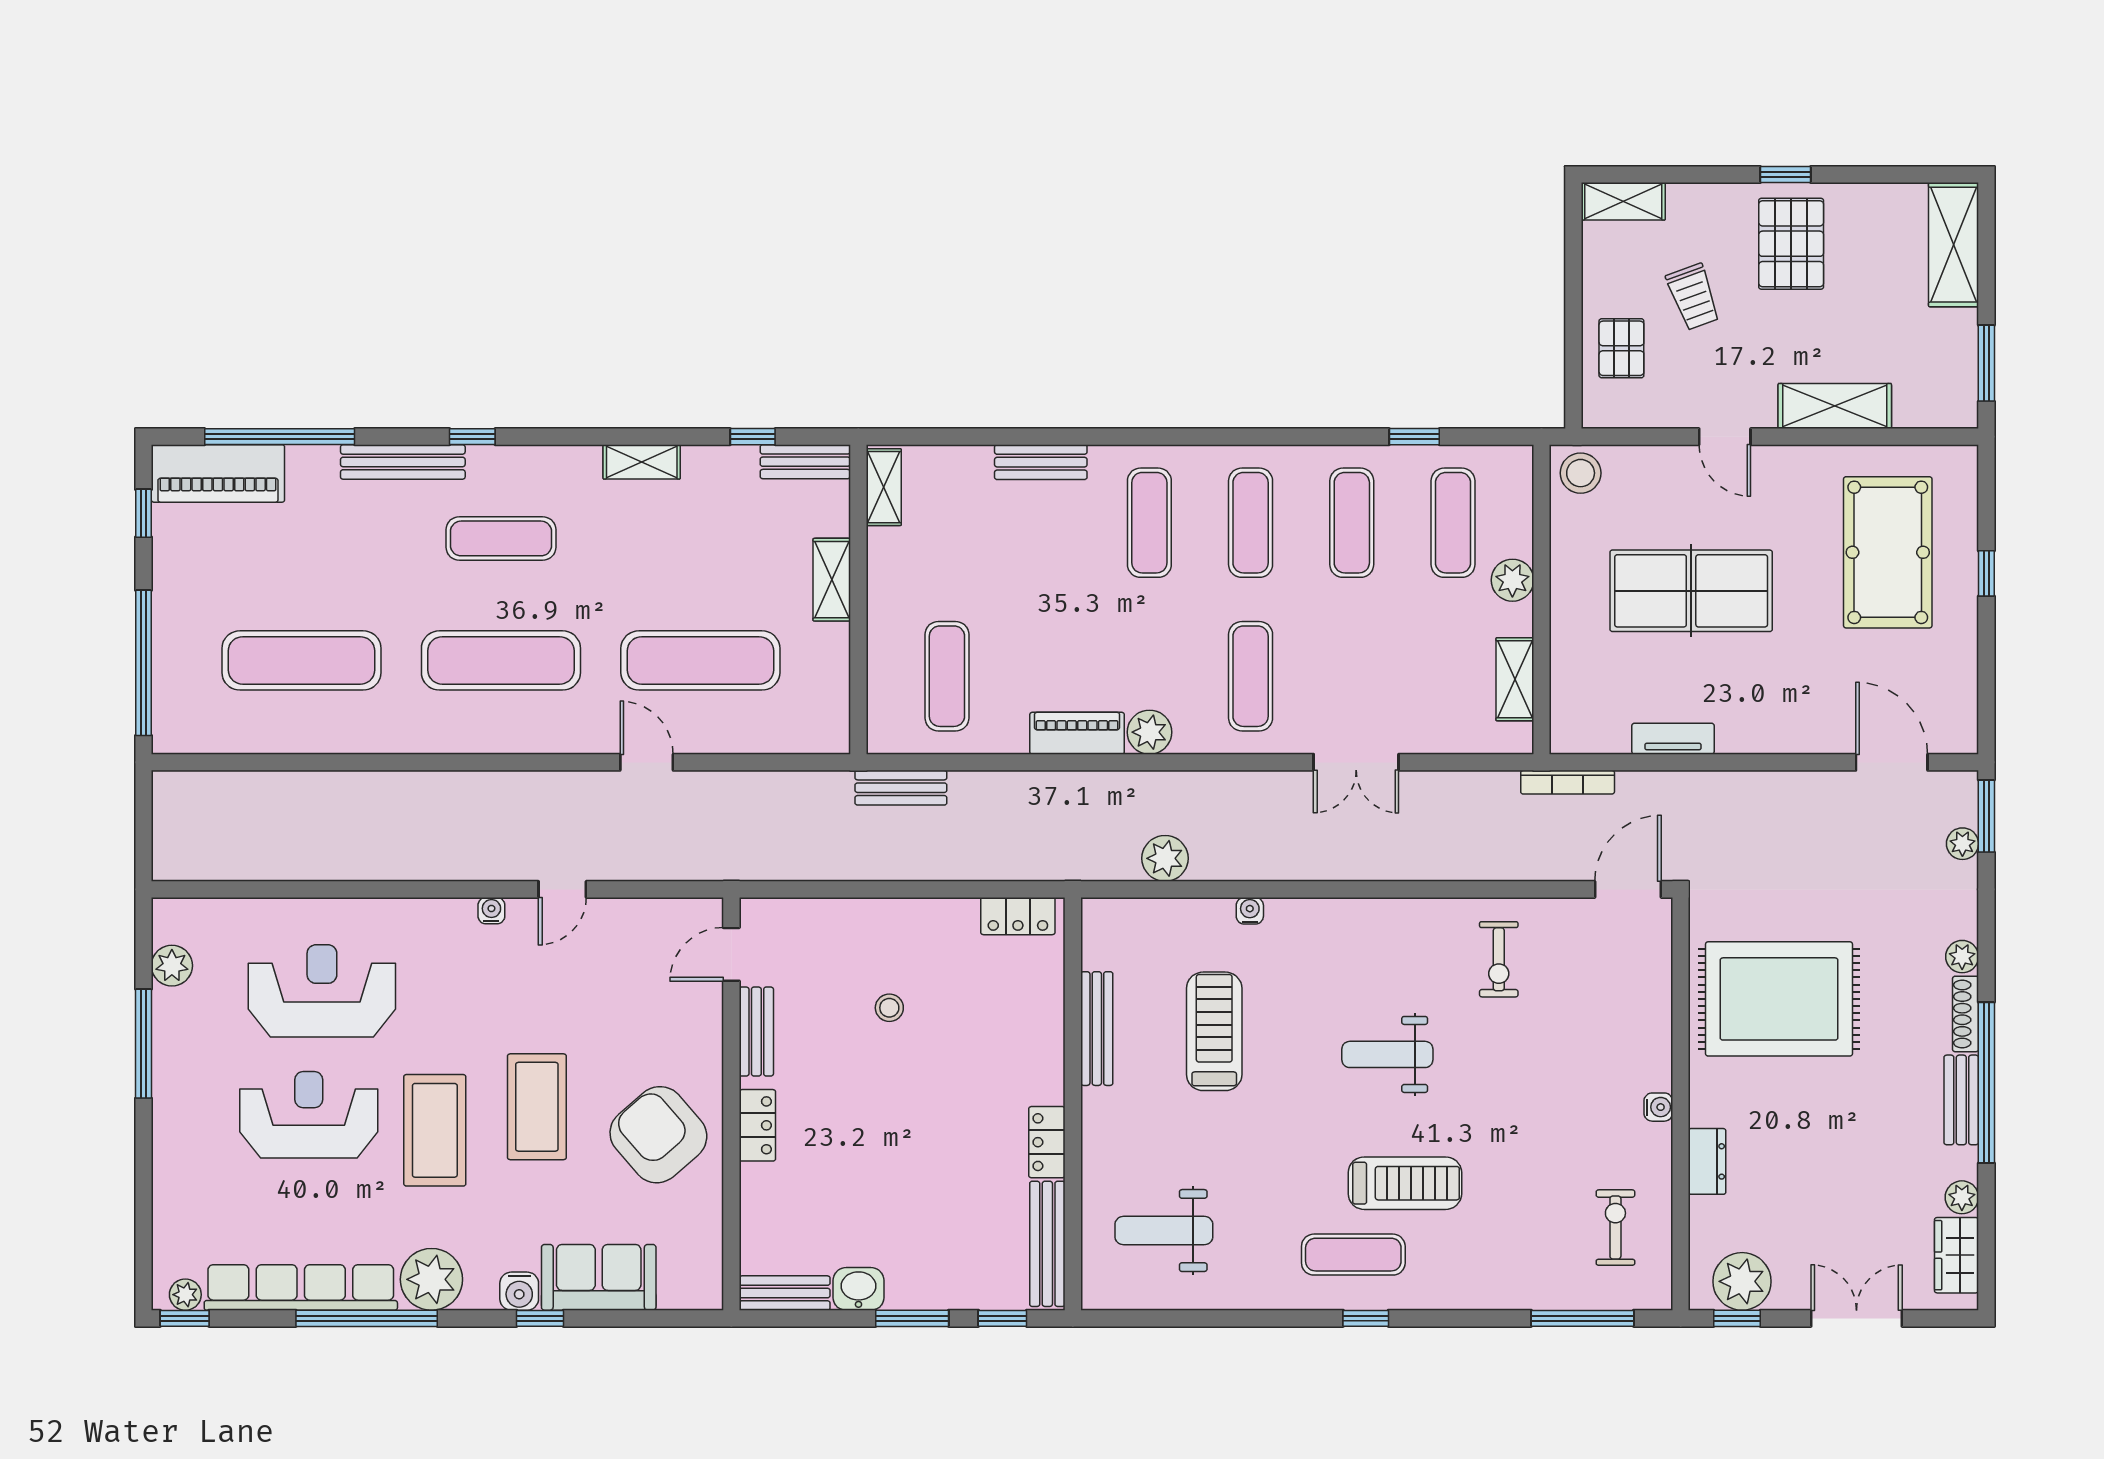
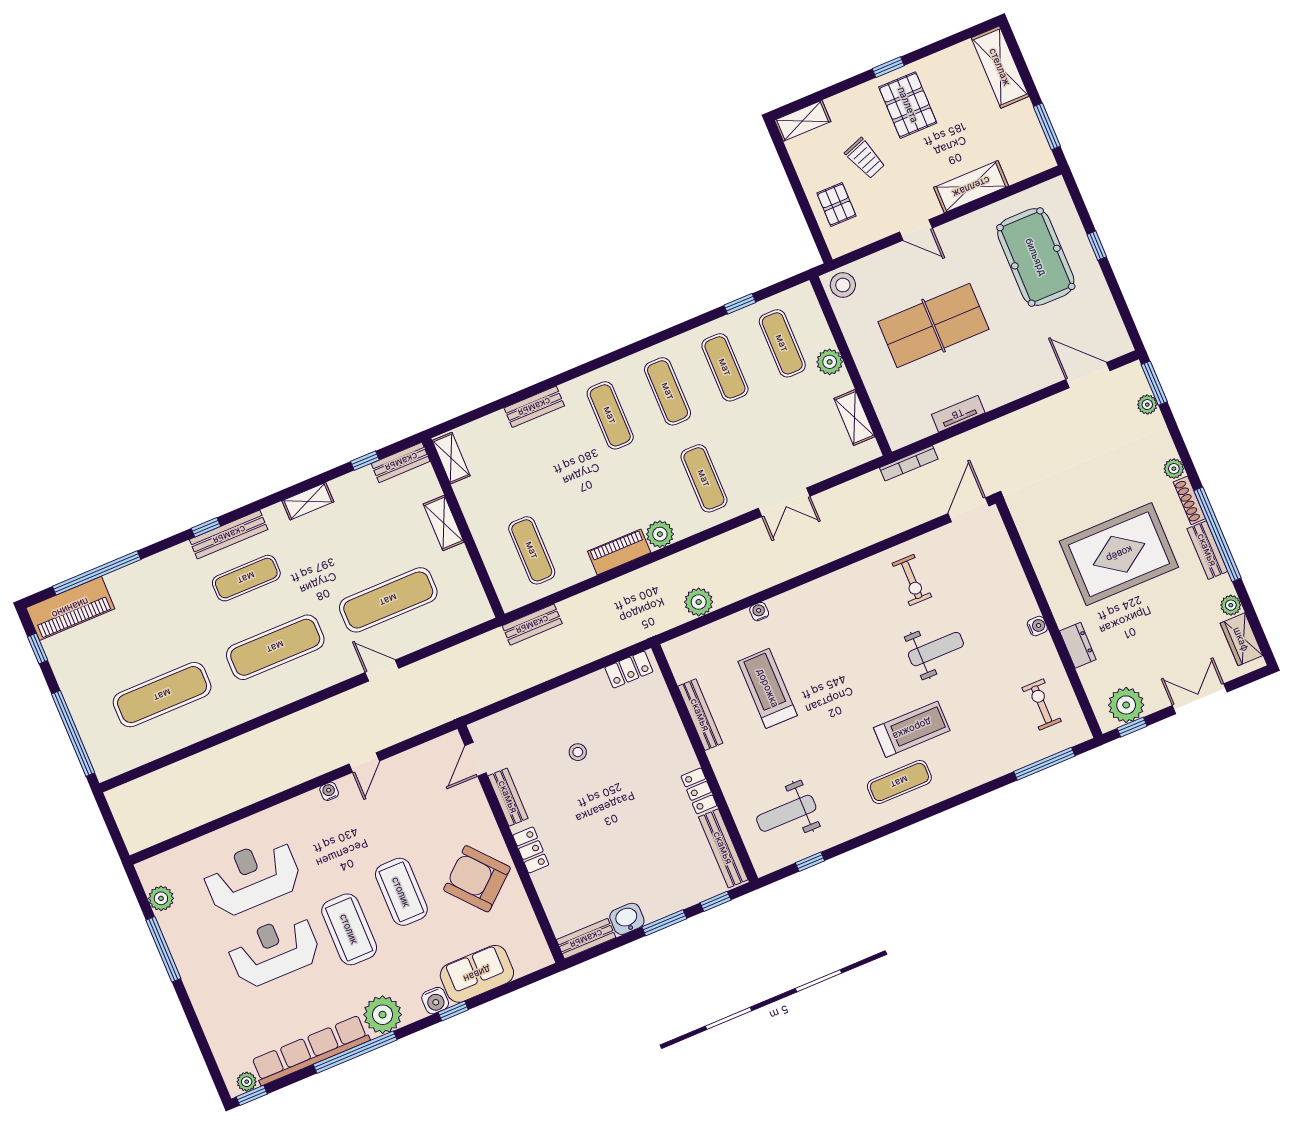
bench: (403, 462) -> (229, 535), moved
rug: (1779, 999) -> (1119, 554), moved
weight bench: (1387, 1054) -> (936, 649), moved, turned 180
window: (1366, 1318) -> (810, 862), moved

